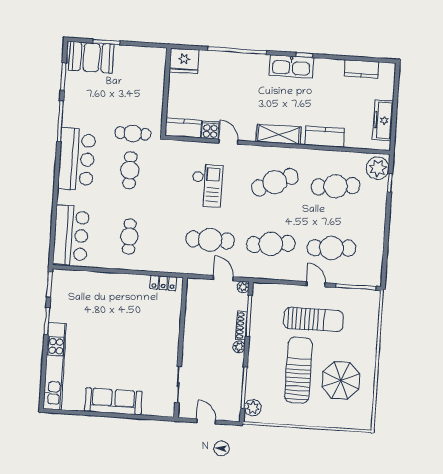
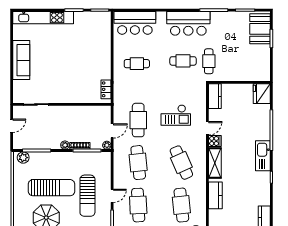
kitchen sink: (291, 66) -> (263, 156), moved
cooker: (210, 130) -> (215, 141), moved

